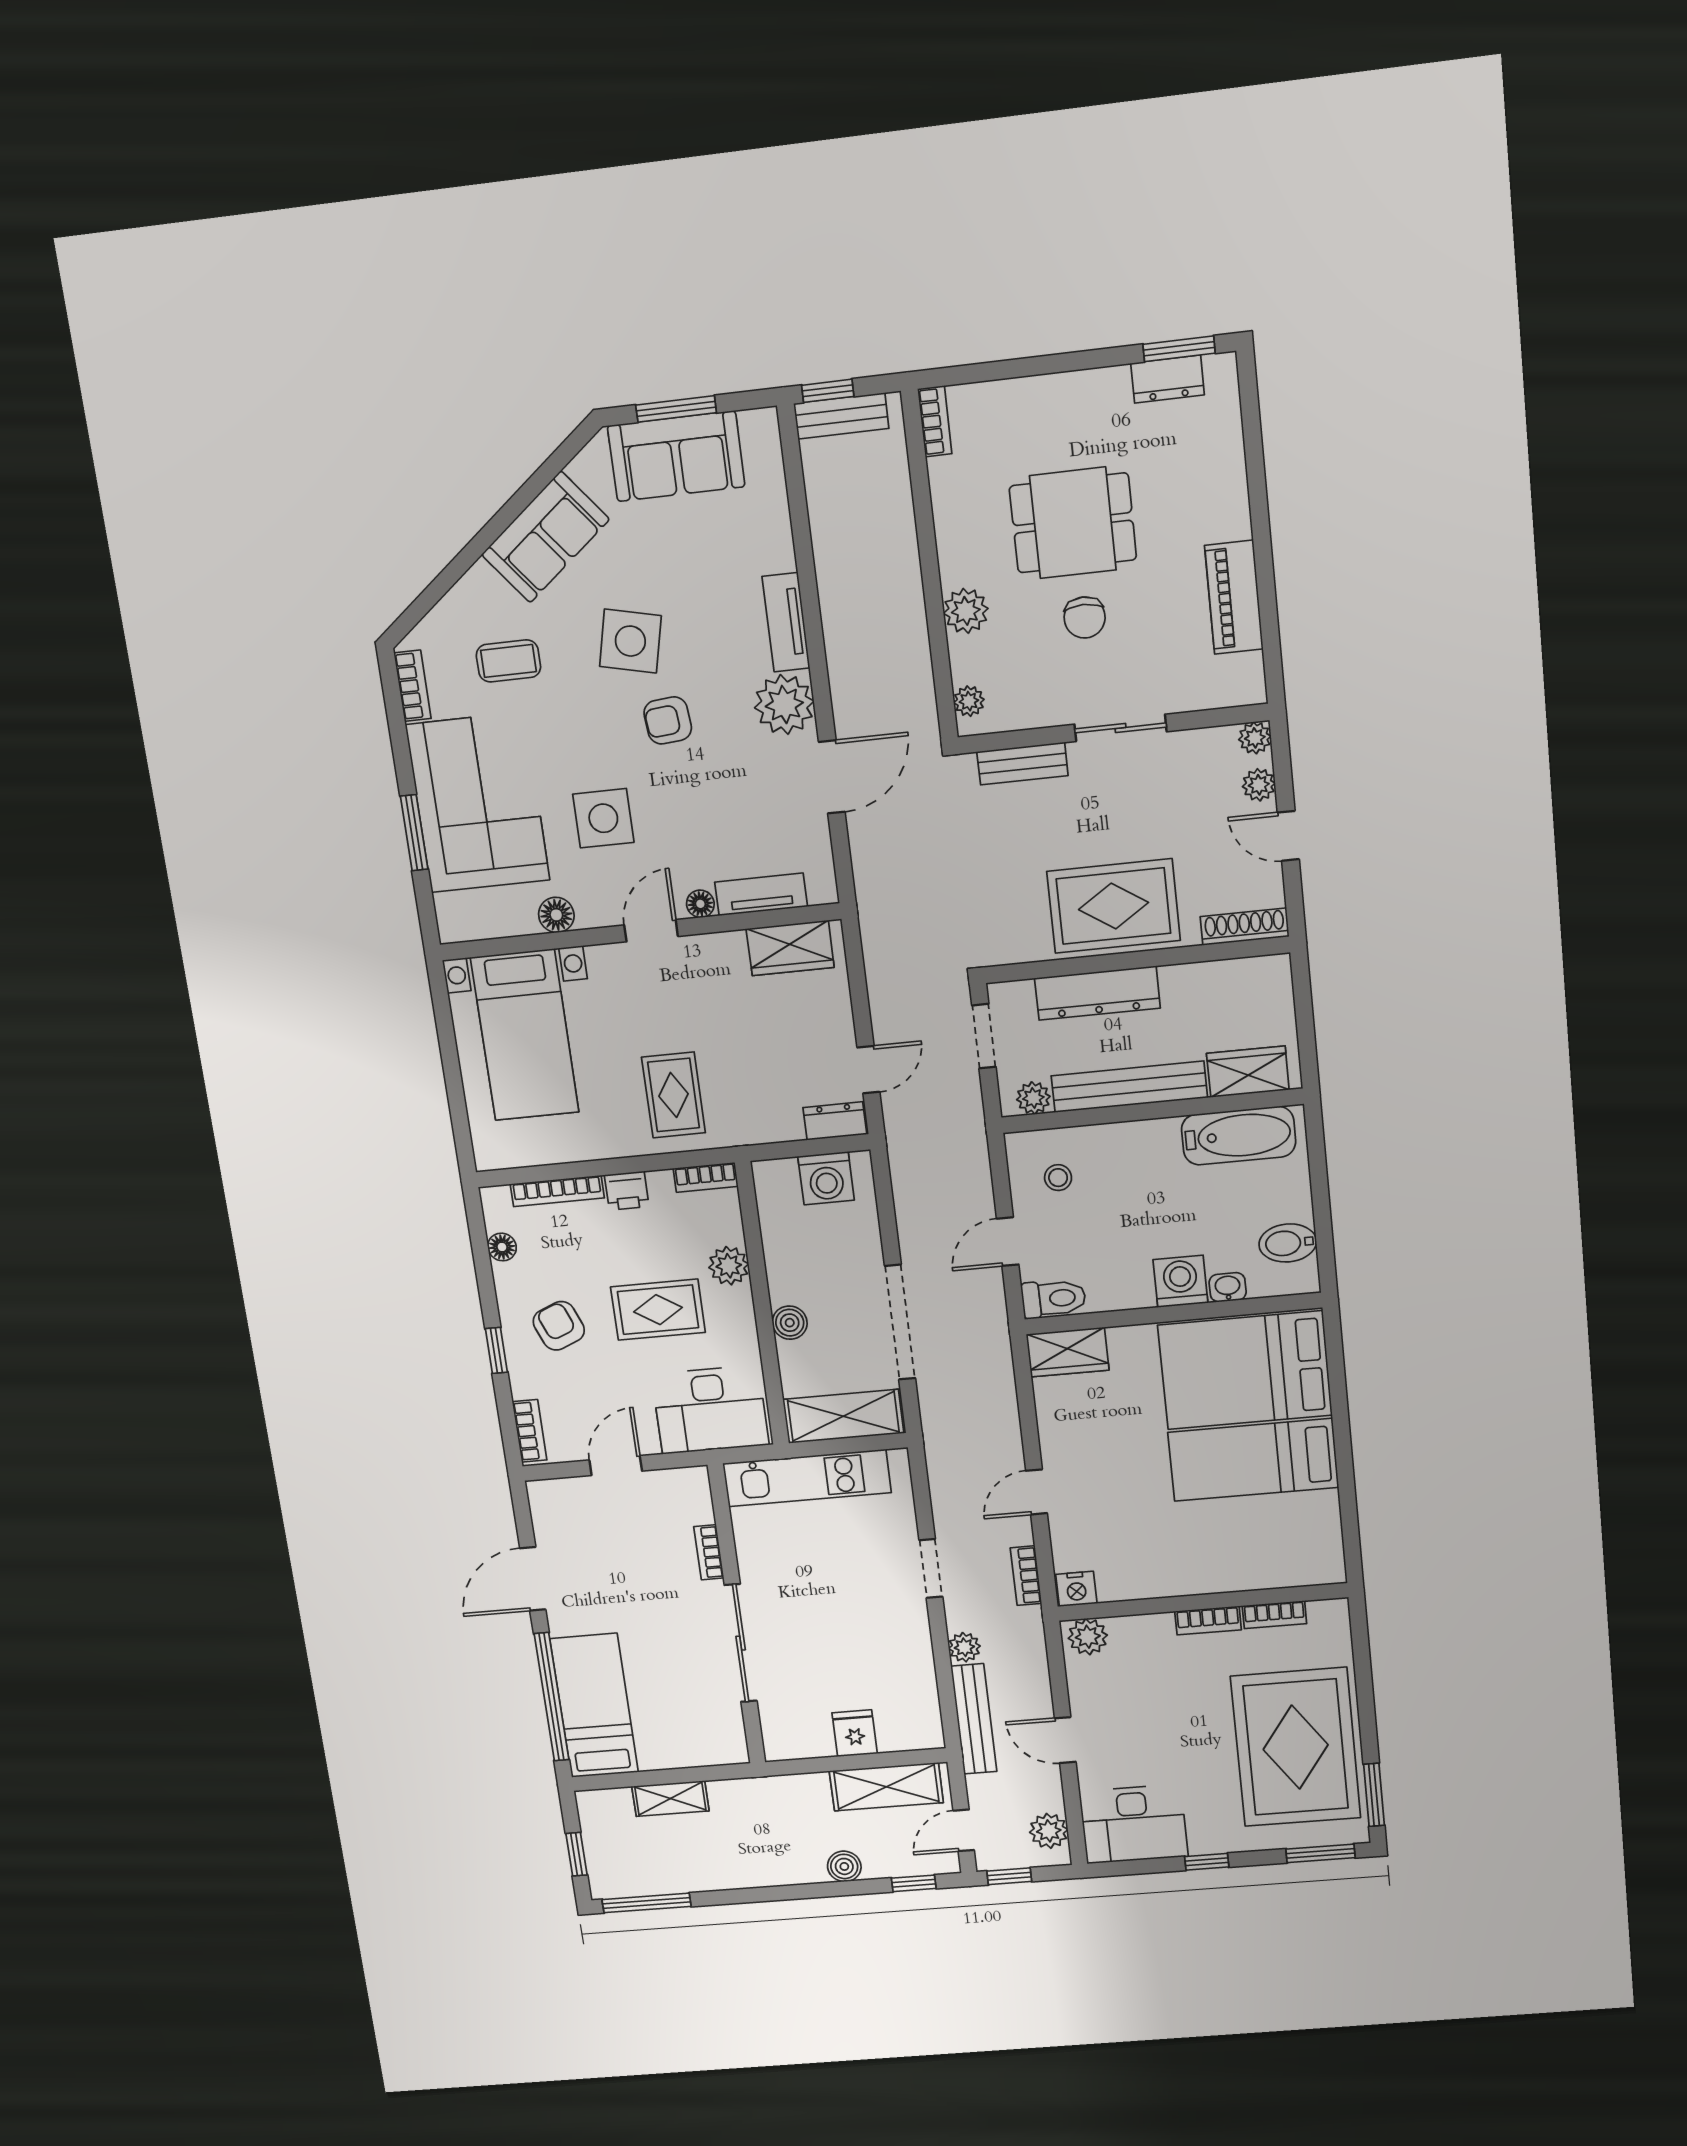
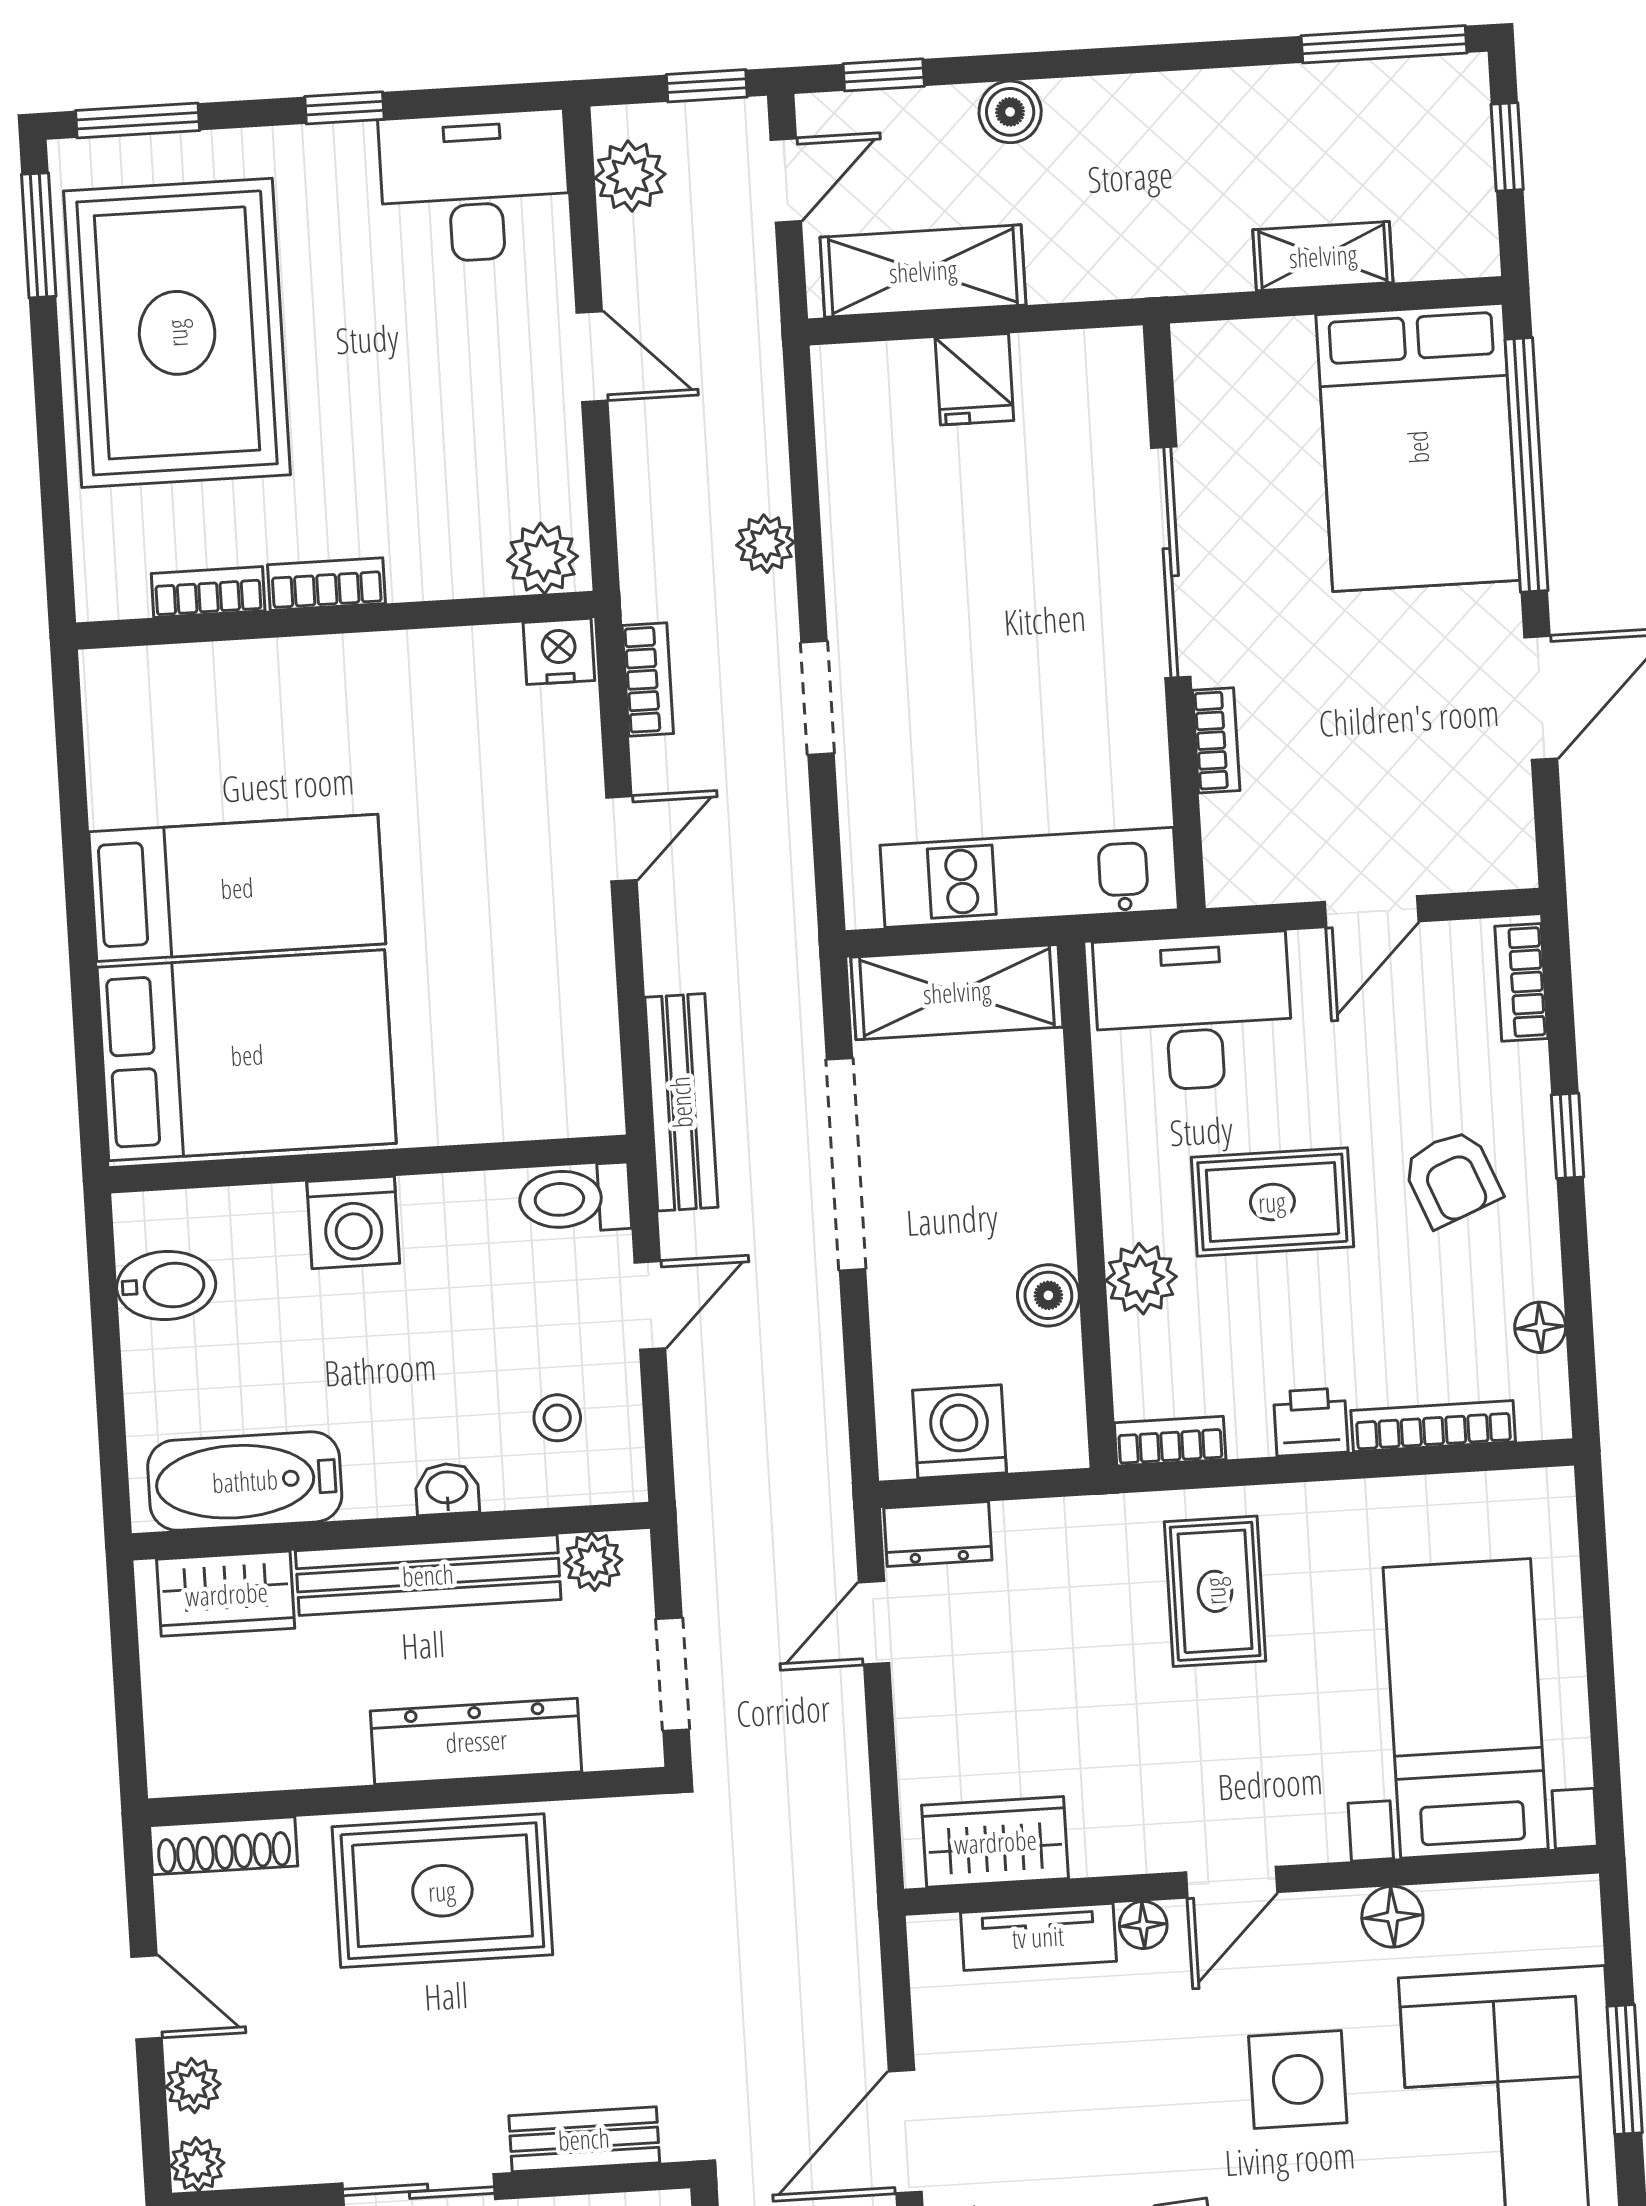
washbasin: (1228, 1287) -> (447, 1489), moved, turned 180
boiler: (790, 1323) -> (1048, 1295), moved
wardrobe: (1068, 1352) -> (555, 1099), removed
bed: (594, 1706) -> (1418, 447), width x1.50
bench: (974, 1719) -> (681, 1102), moved

